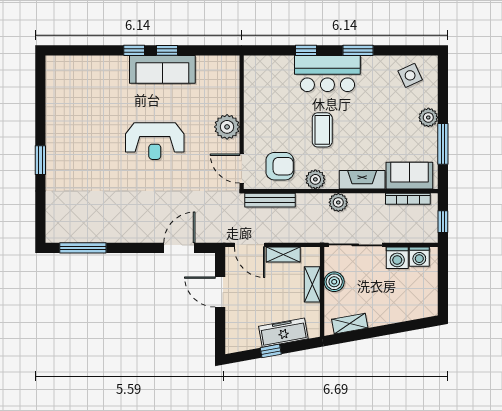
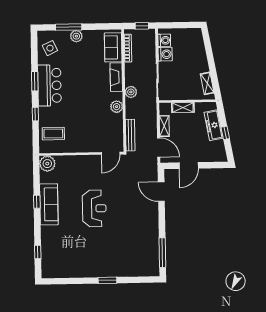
window: (134, 50) -> (38, 252), moved
bar counter: (327, 74) -> (49, 85), moved
plant: (227, 127) -> (47, 164), moved
coffee table: (322, 130) -> (53, 134), moved
window: (443, 144) -> (69, 27), moved
armchair: (280, 166) -> (109, 129), removed
door: (250, 245) -> (159, 147), hinge flipped
boiler: (334, 282) -> (181, 94), removed

